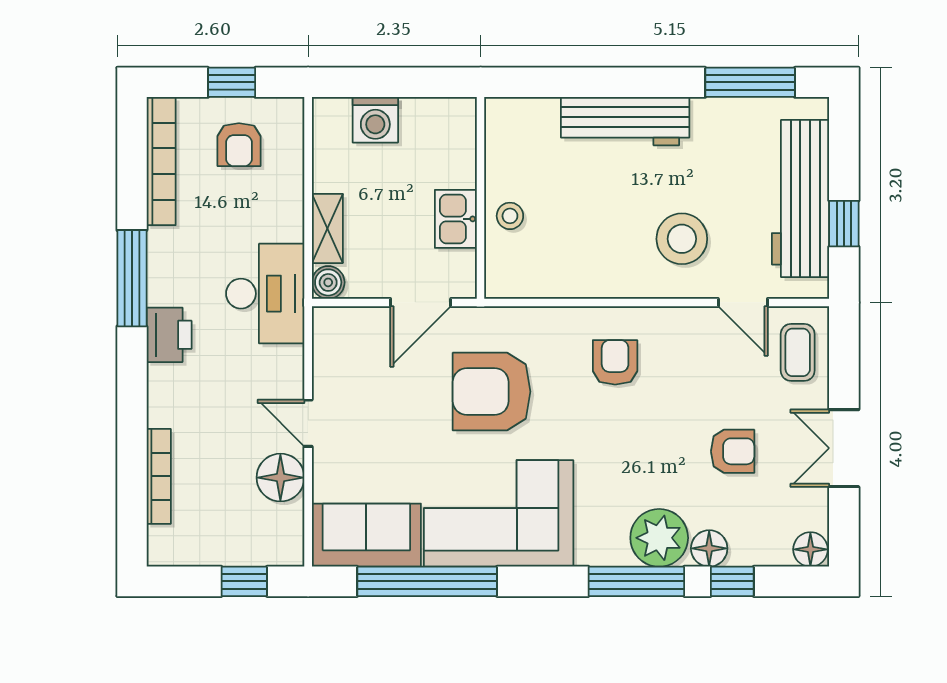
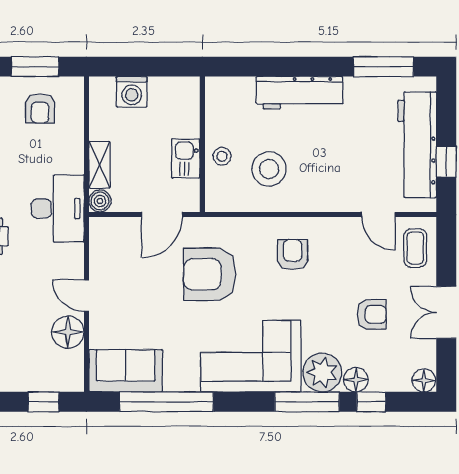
window: (232, 82) -> (35, 67), width x1.50
stool: (682, 239) -> (269, 169), moved
corner sofa: (499, 513) -> (251, 356), moved

